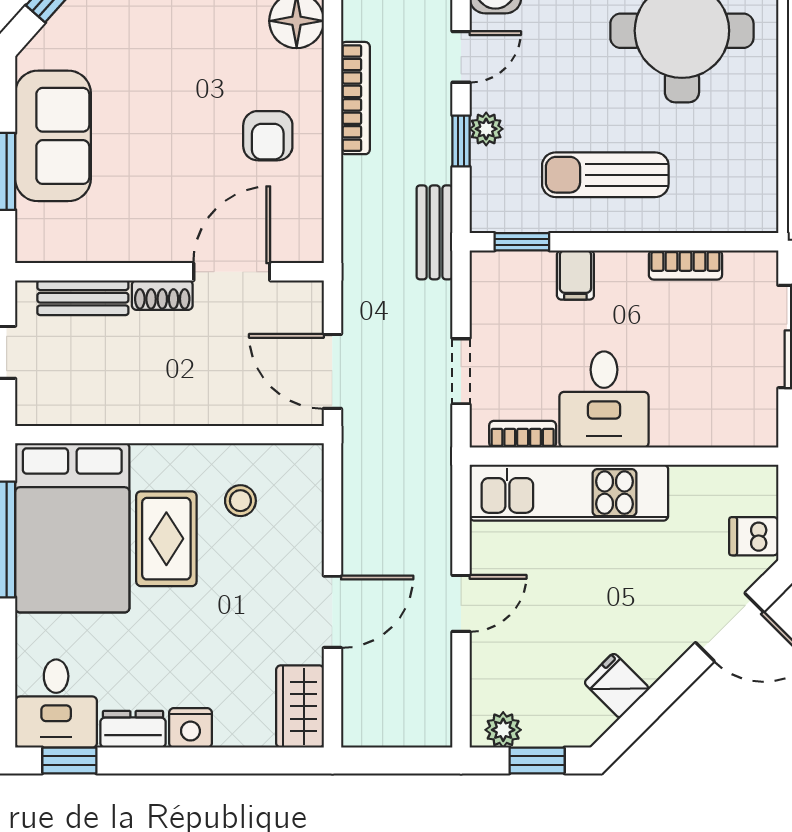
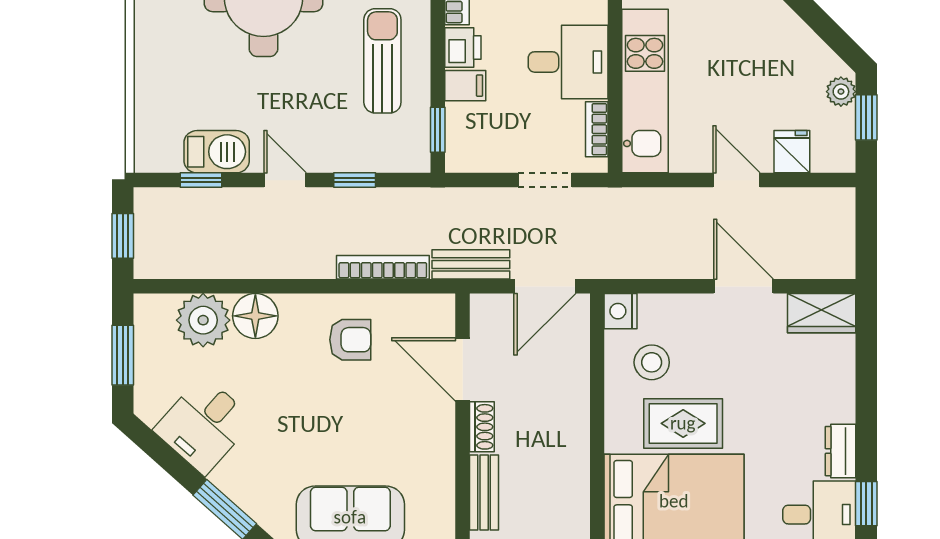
bookcase: (355, 98) -> (383, 267), moved
plant: (486, 129) -> (345, 159), removed
sun lounger: (605, 175) -> (382, 61), turned 180
bench: (435, 232) -> (471, 264), moved
printer: (621, 272) -> (463, 48), added
stool: (240, 501) -> (652, 362), width x1.37, depth x1.37
fridge: (617, 686) -> (792, 152), moved, turned 135
nightstand: (190, 728) -> (620, 311), moved, turned 180
plant: (503, 730) -> (841, 92), moved

